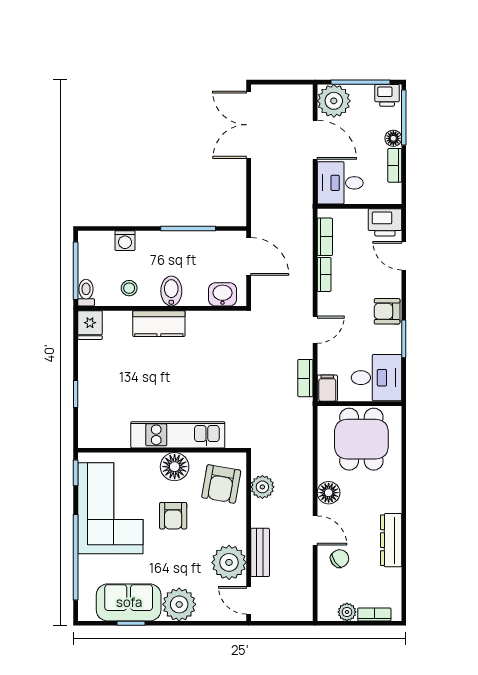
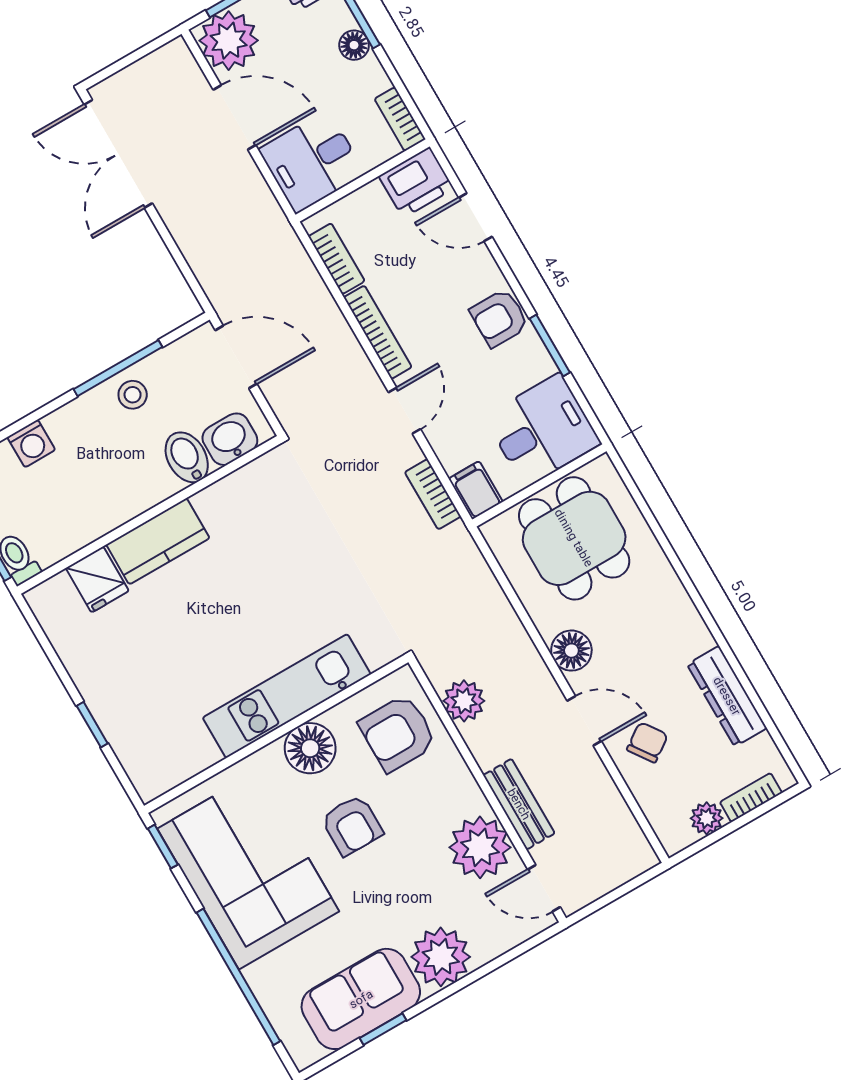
bookcase: (395, 165) -> (400, 119), moved
bookcase: (324, 275) -> (378, 332), width x1.56
stool: (129, 288) -> (133, 395), moved
bidet: (171, 291) -> (187, 457), moved
fridge: (90, 325) -> (97, 579), moved
armchair: (221, 484) -> (398, 733), turned 80
dresser: (391, 540) -> (727, 696), moved

